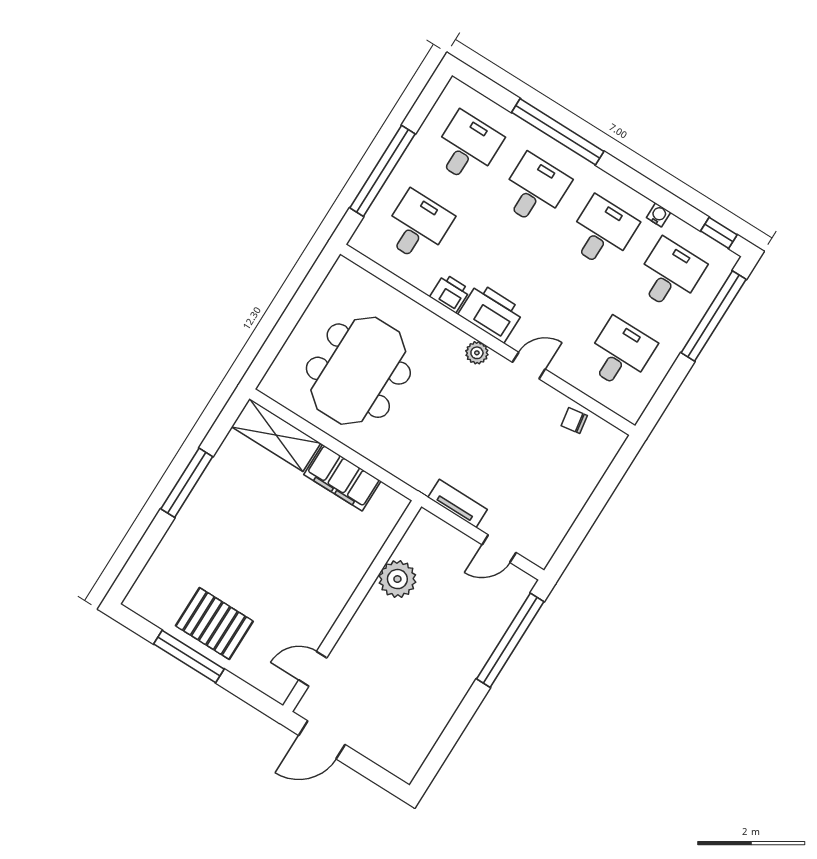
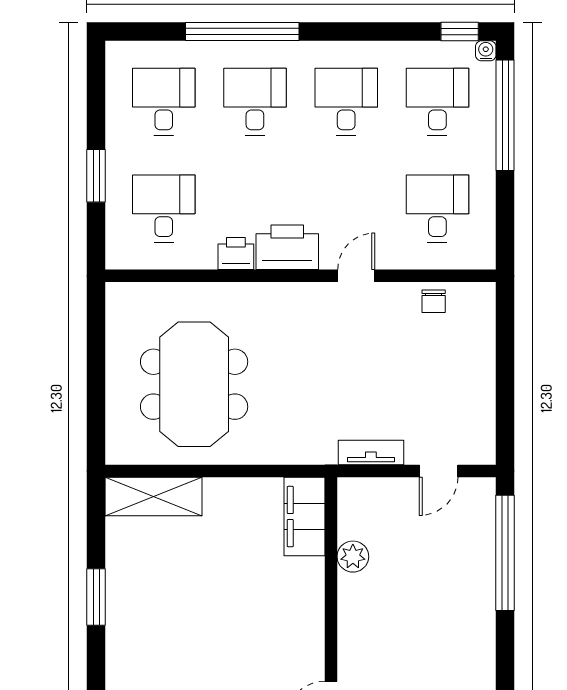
window: (383, 171) -> (96, 176), width x0.47
water cooler: (659, 215) -> (486, 51), moved
plant: (477, 353) -> (298, 295), removed
chair: (574, 421) -> (434, 301), turned -81
filing cabinet: (342, 478) -> (305, 517), moved, turned 90
window: (187, 483) -> (96, 597), width x0.69
plant: (397, 579) -> (353, 557), width x0.73, depth x0.73

